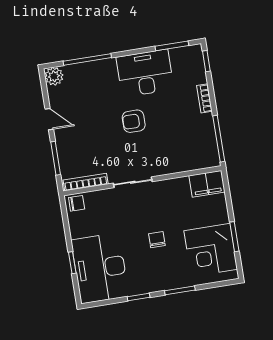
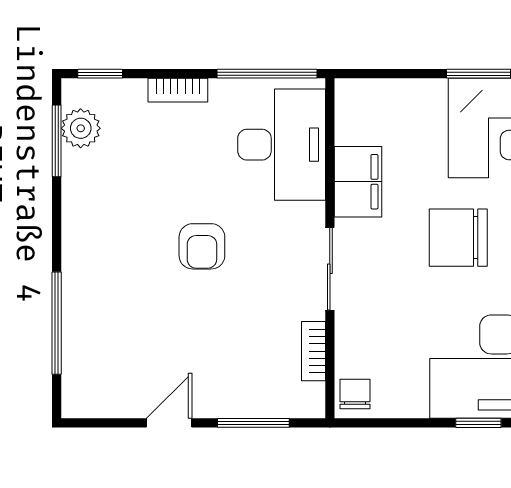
desk: (145, 73) -> (282, 145), moved, turned 180
plant: (54, 76) -> (81, 128), moved
bookcase: (86, 182) -> (313, 351), width x0.64
filing cabinet: (207, 184) -> (358, 182), moved
chair: (157, 240) -> (458, 238), width x1.87, depth x1.87

